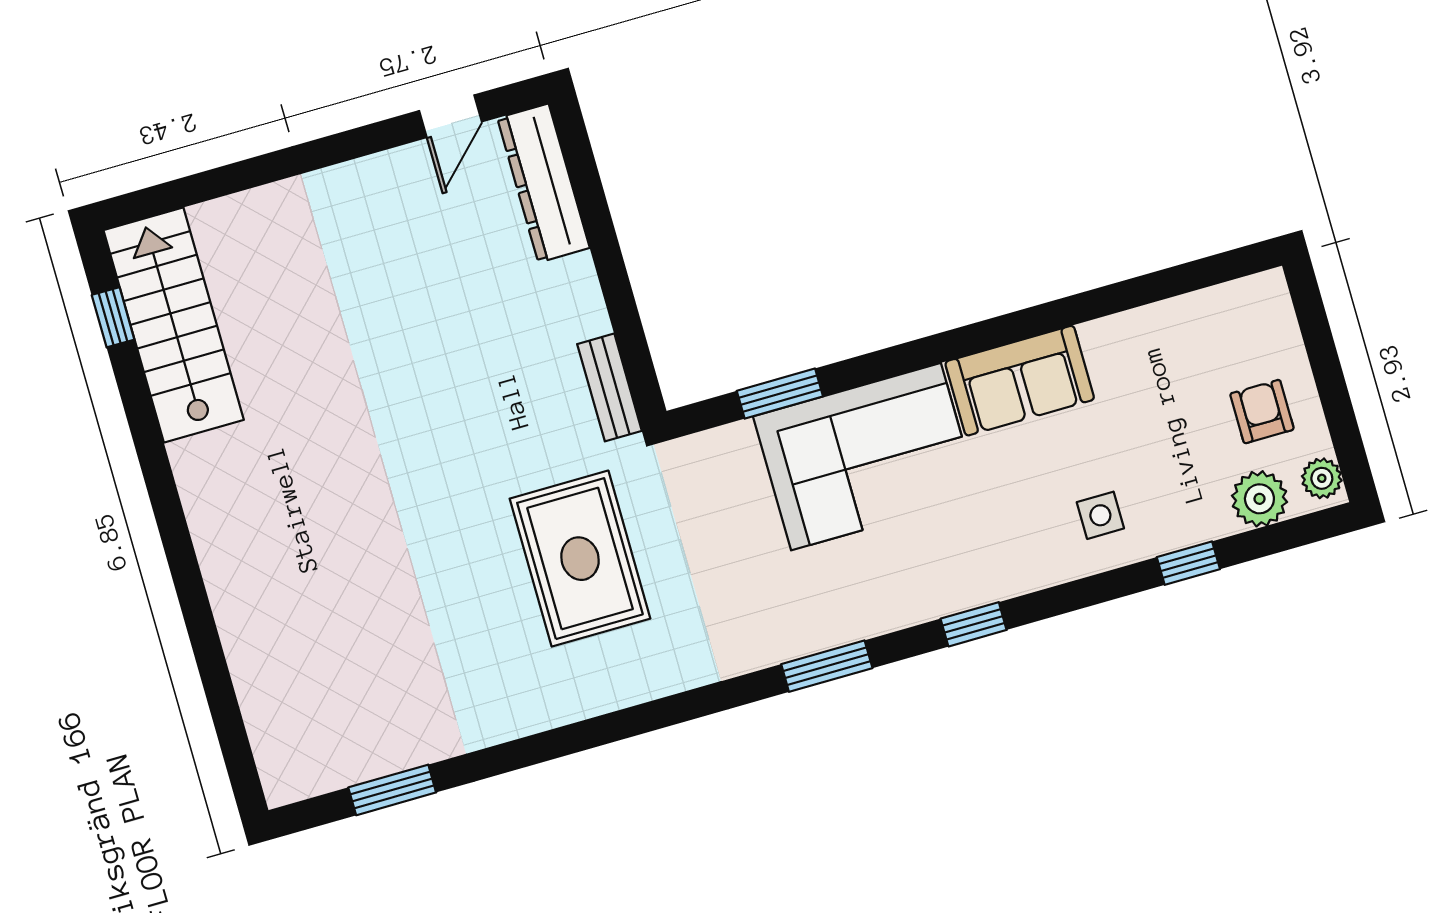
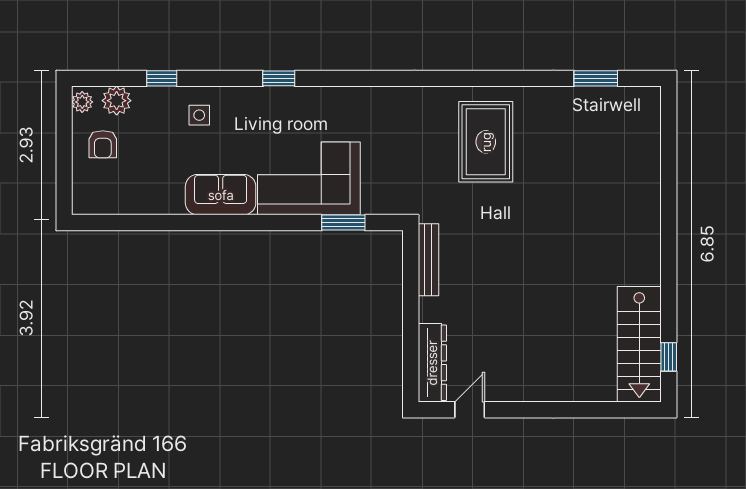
bench: (610, 387) -> (428, 260), width x1.36
rug: (580, 559) -> (486, 142), moved
window: (827, 666) -> (359, 78), removed

